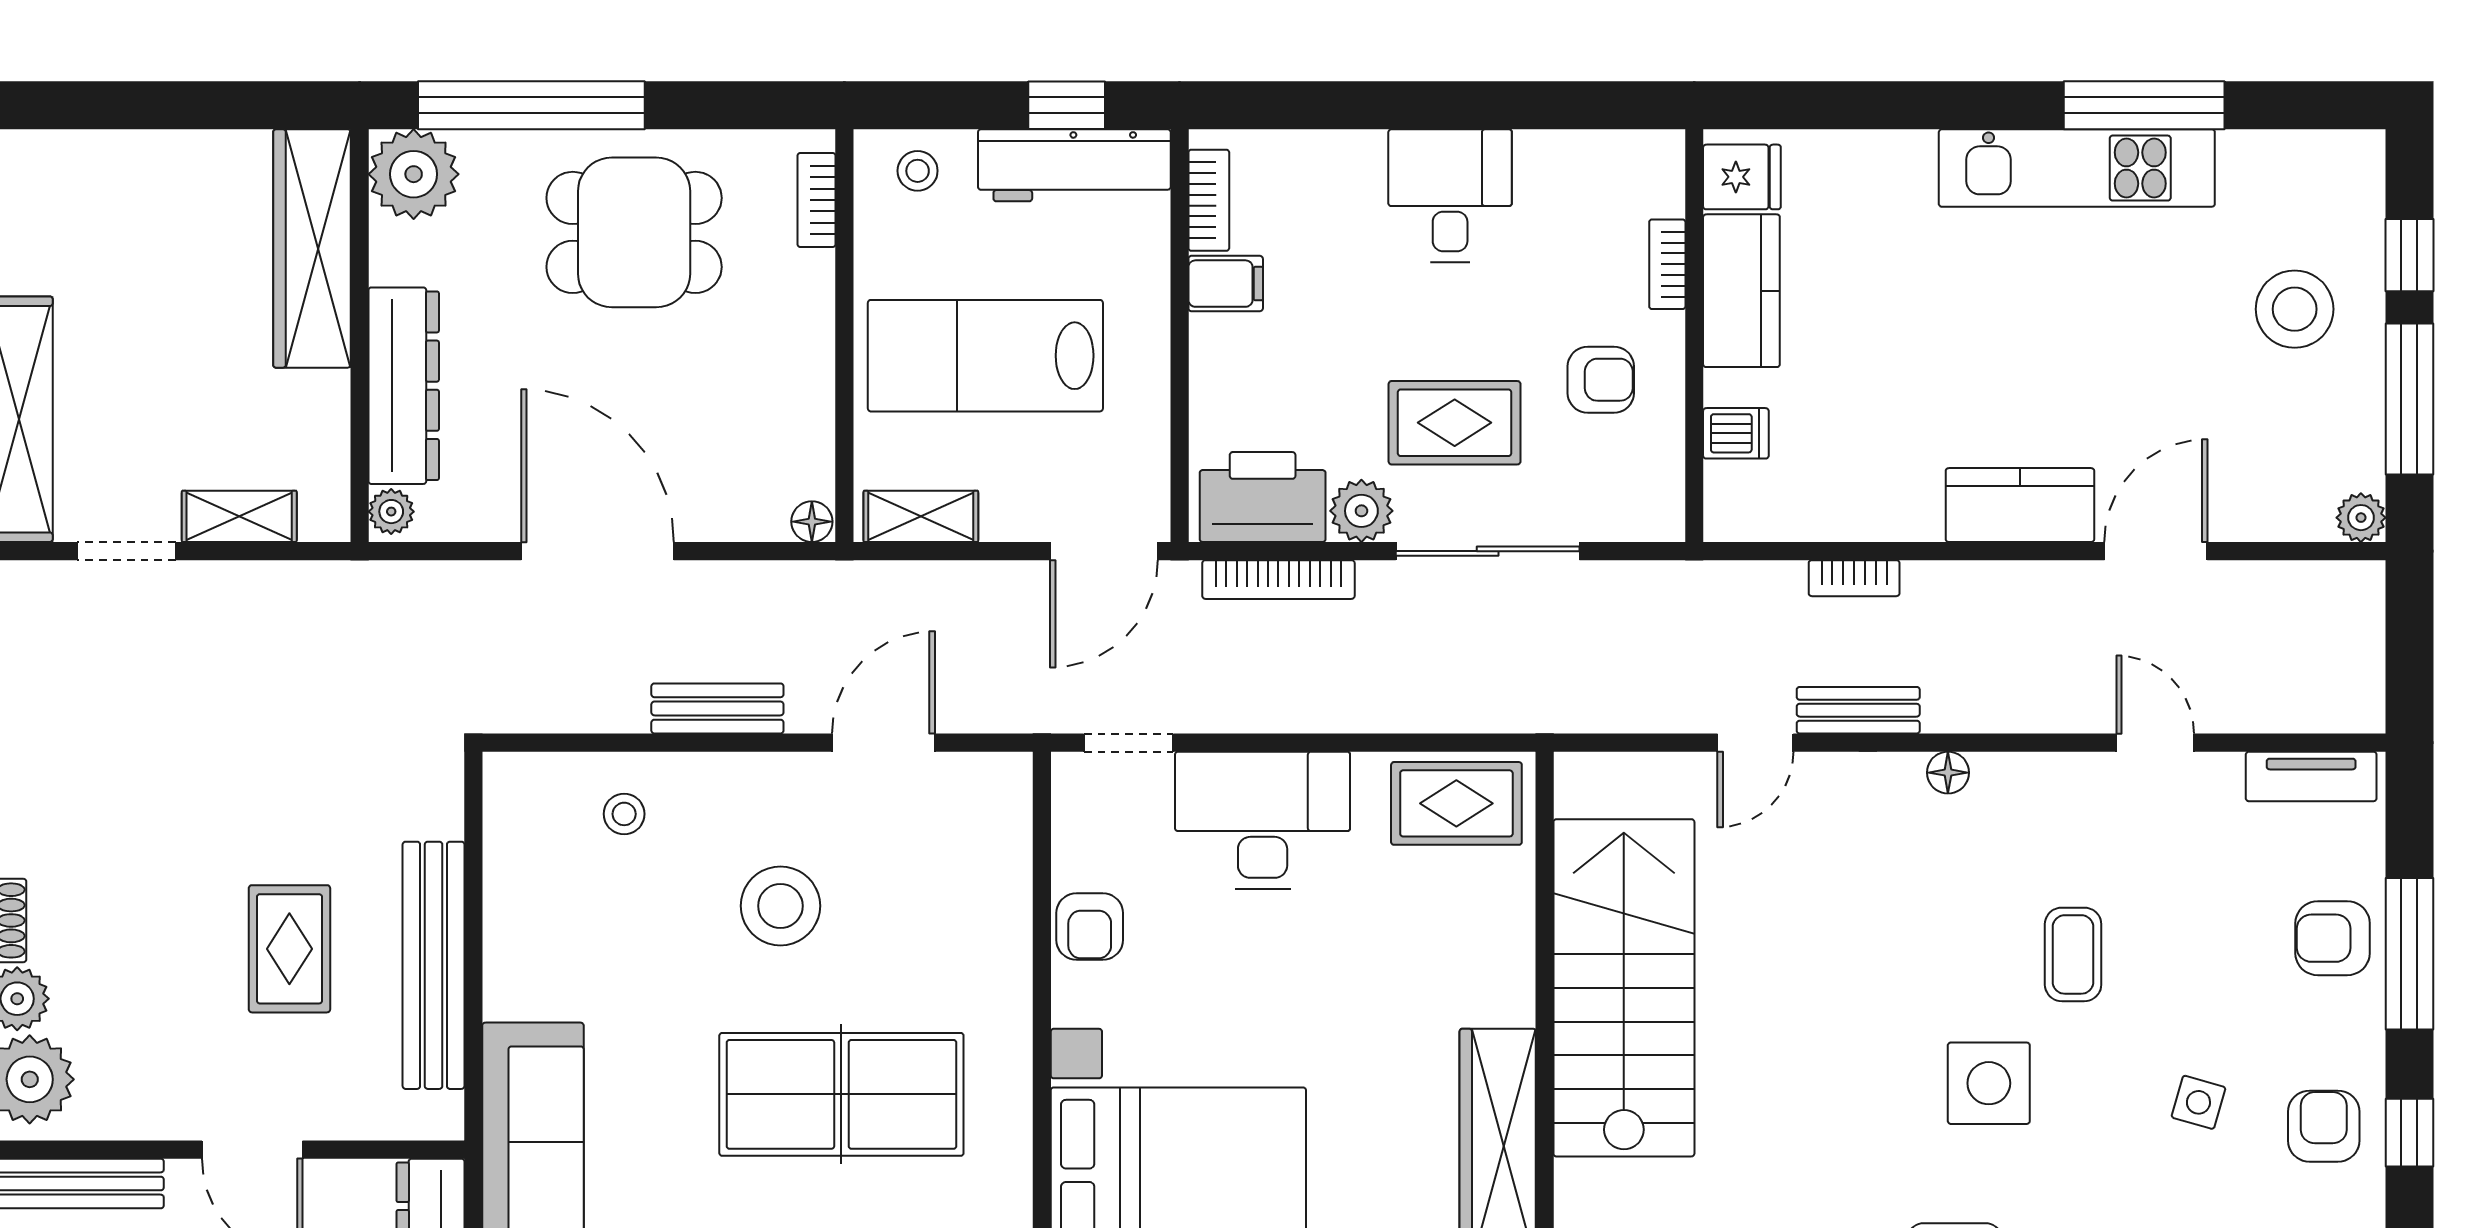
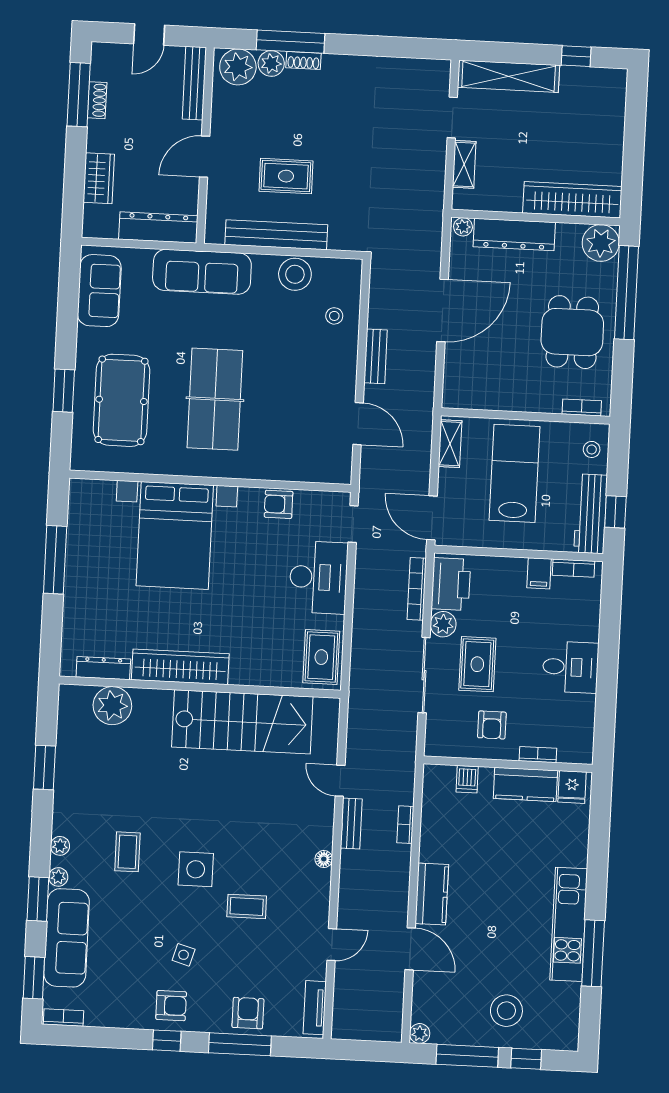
floor lamp: (812, 522) -> (450, 399), removed
stool: (780, 906) -> (295, 274), moved

